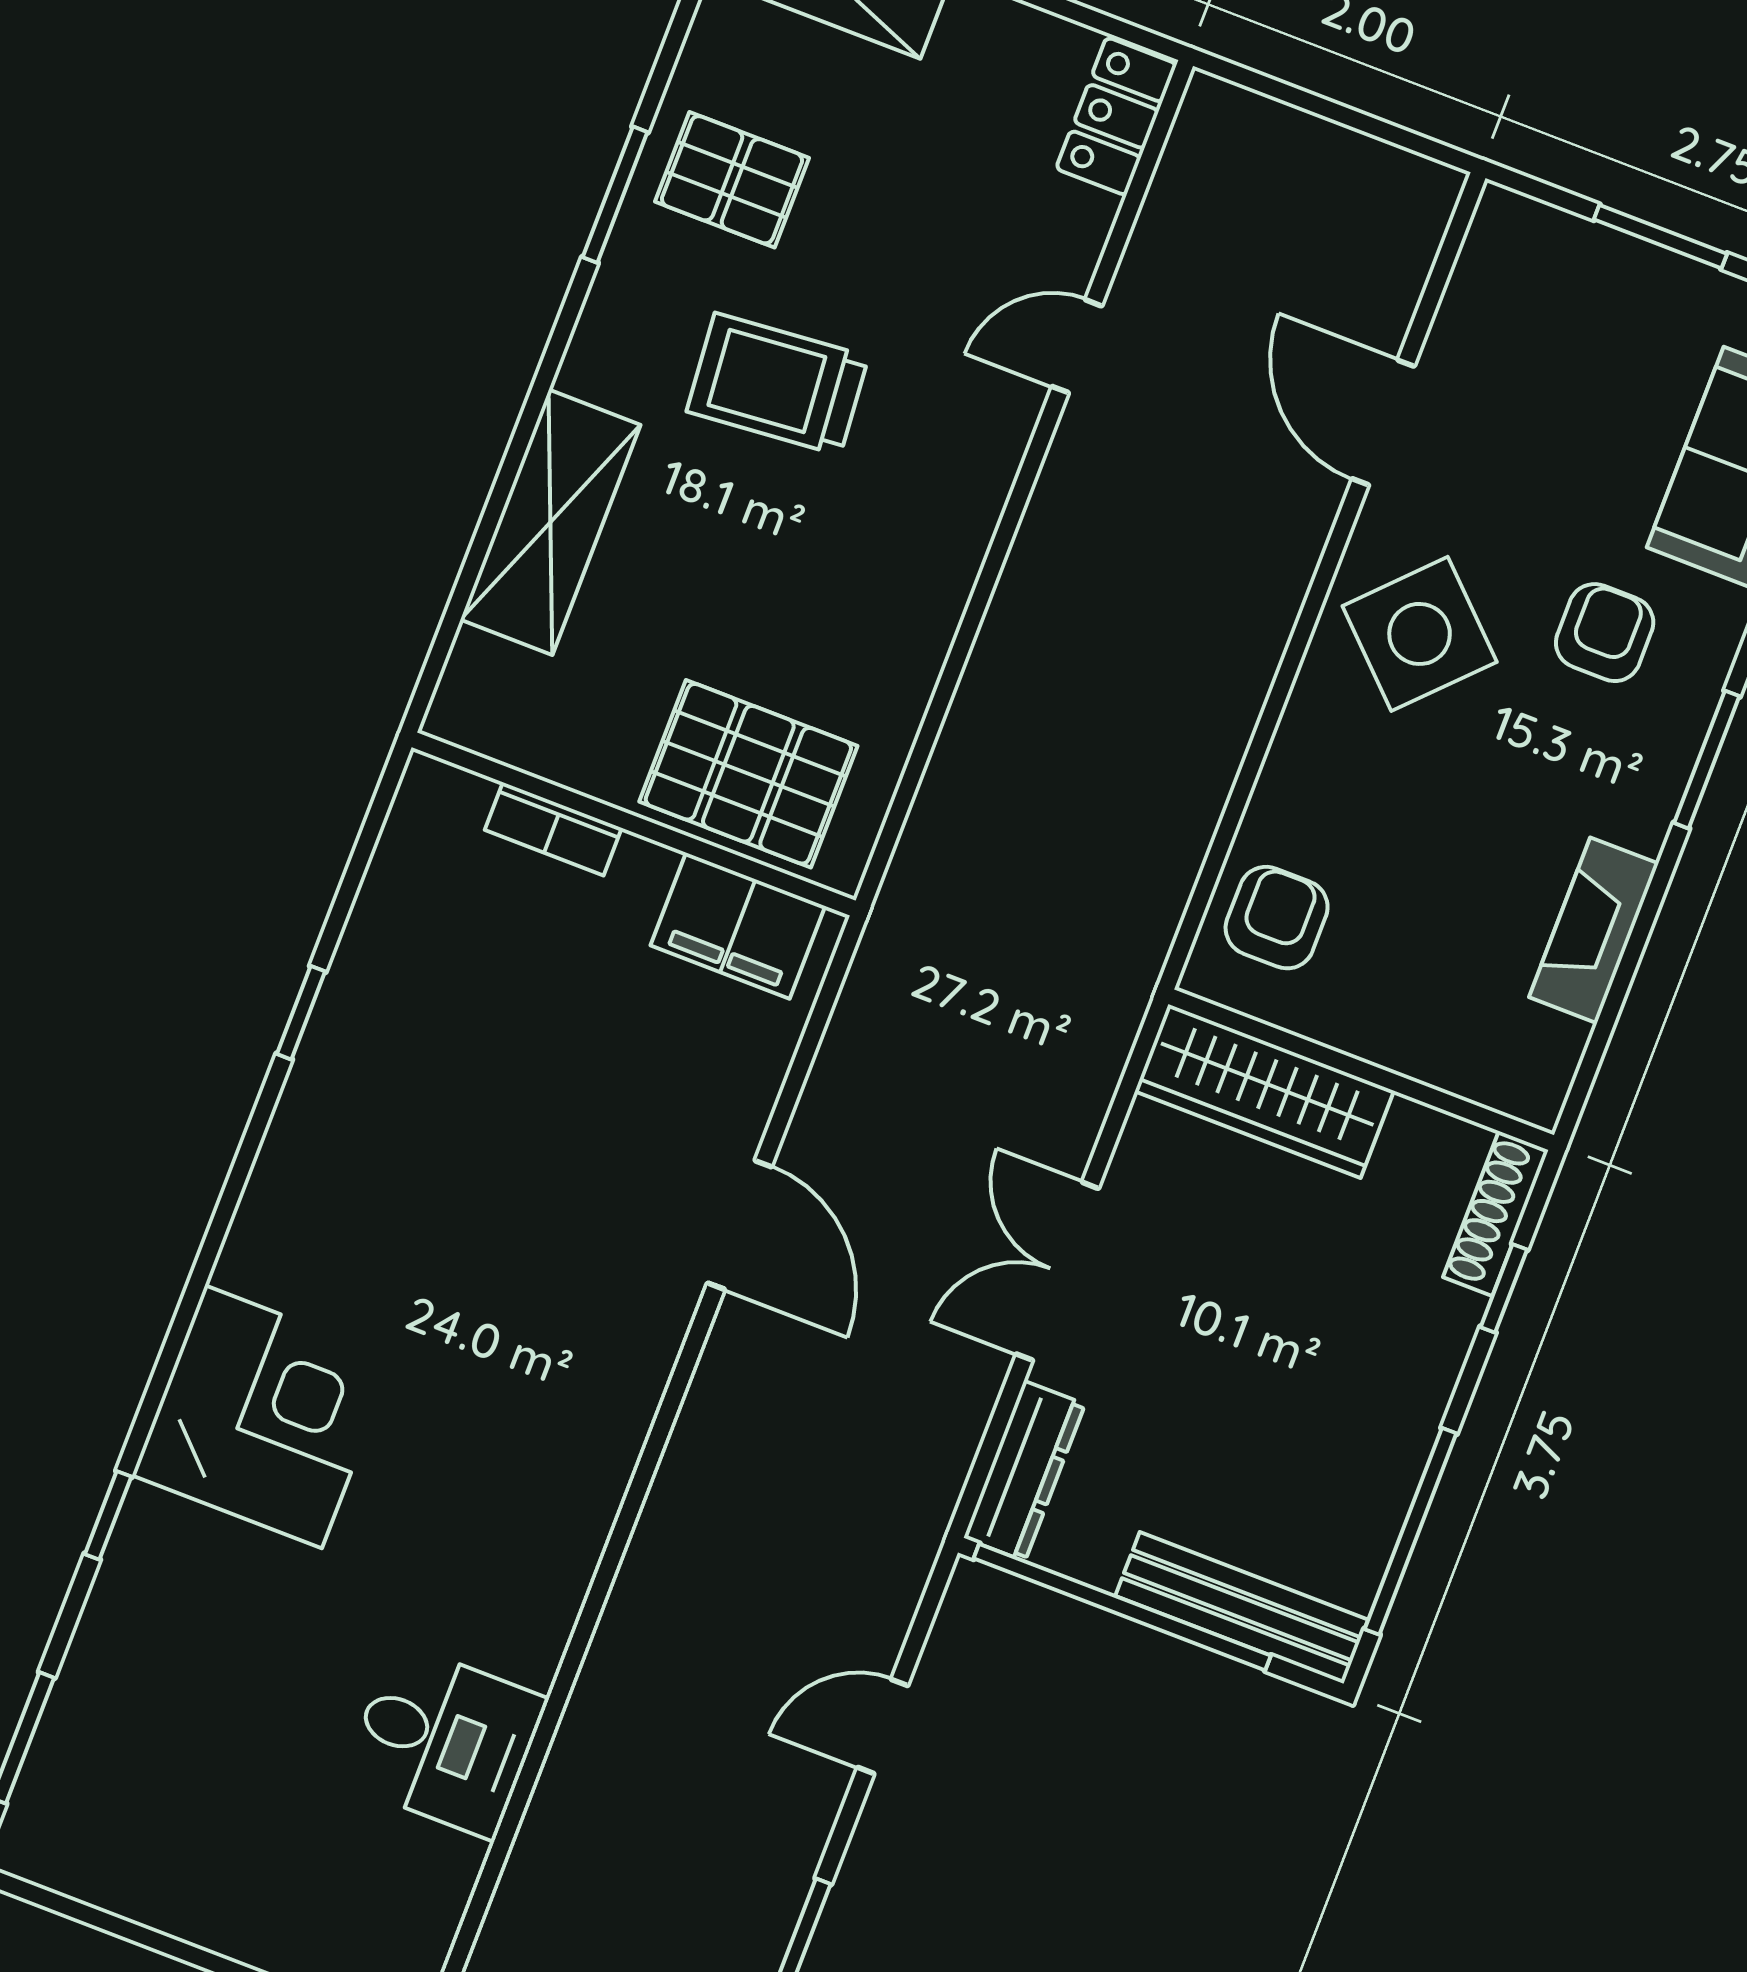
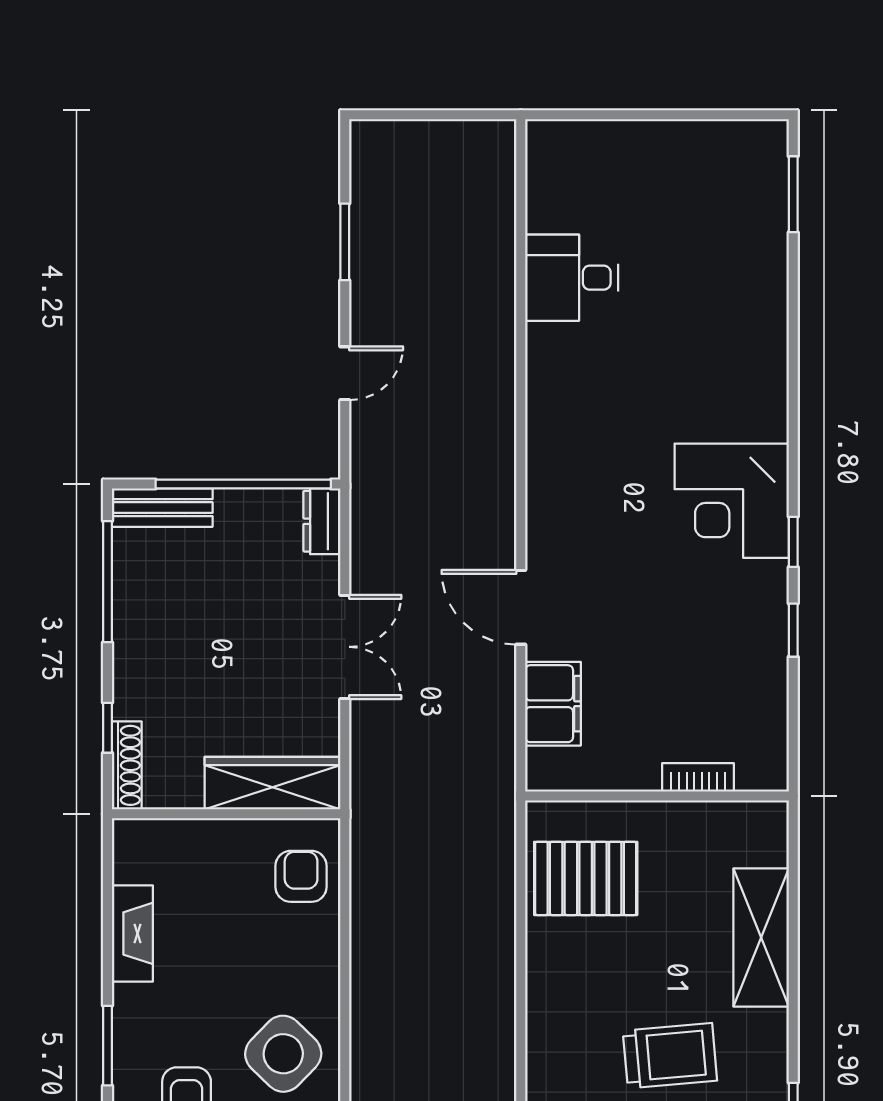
pallet: (748, 774) -> (586, 878), moved
armchair: (1277, 918) -> (301, 876), turned 180
filing cabinet: (738, 926) -> (553, 704), moved, turned 90
corner desk: (263, 1417) -> (732, 501), moved
dresser: (1024, 1471) -> (322, 521), width x0.70
window: (108, 1515) -> (793, 542), moved
bench: (1242, 1608) -> (162, 508), width x0.73

